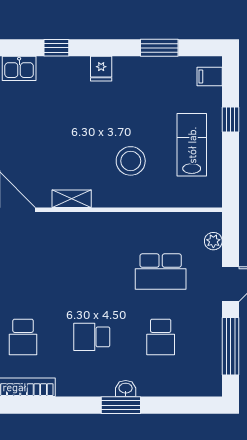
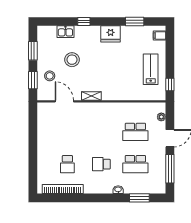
fridge: (101, 69) -> (111, 34), width x1.88, depth x1.34
window: (231, 119) -> (170, 85), moved
stool: (131, 161) -> (72, 60), moved
school desk: (161, 337) -> (135, 164), width x1.85
window: (121, 405) -> (139, 198), moved

